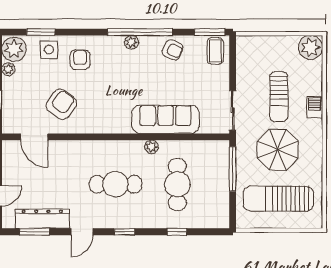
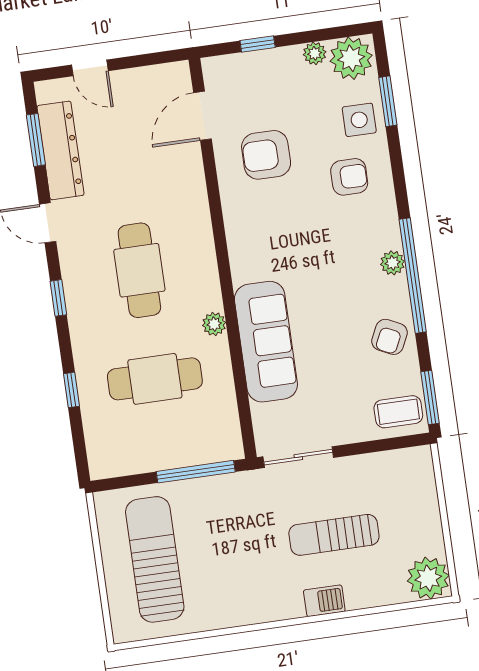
armchair: (61, 104) -> (266, 155), turned 144
parasol: (278, 150) -> (241, 546), removed

